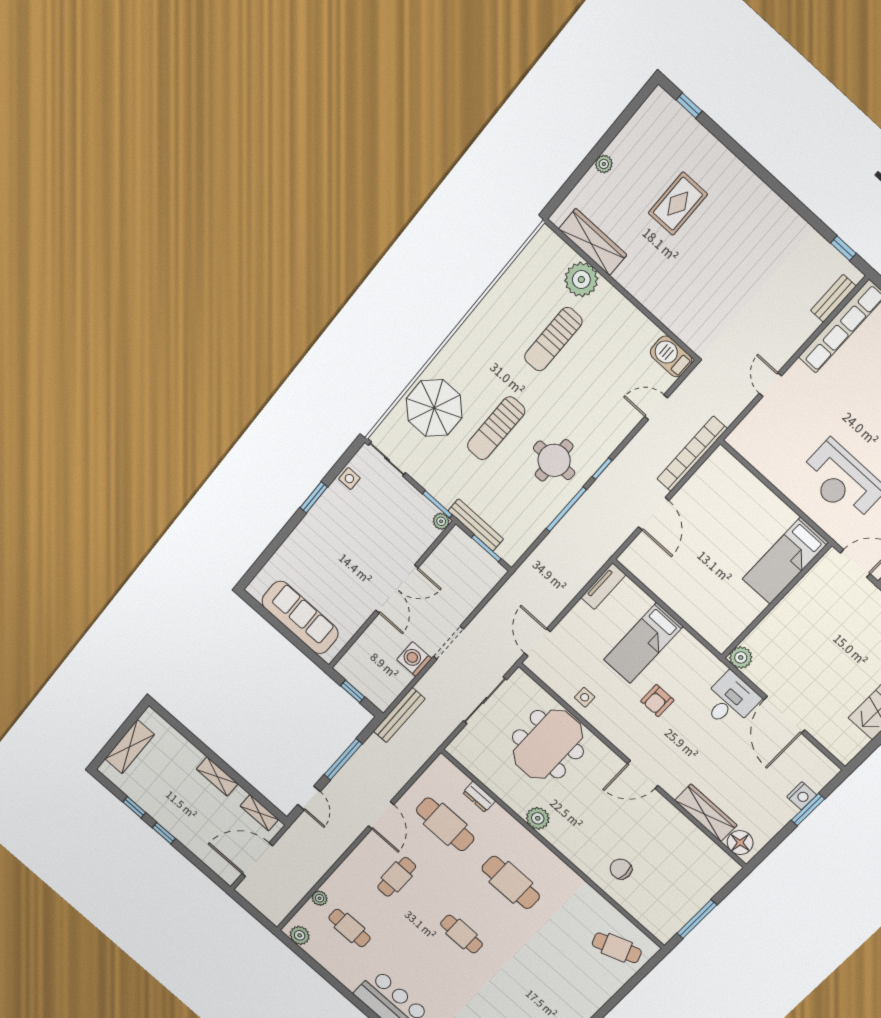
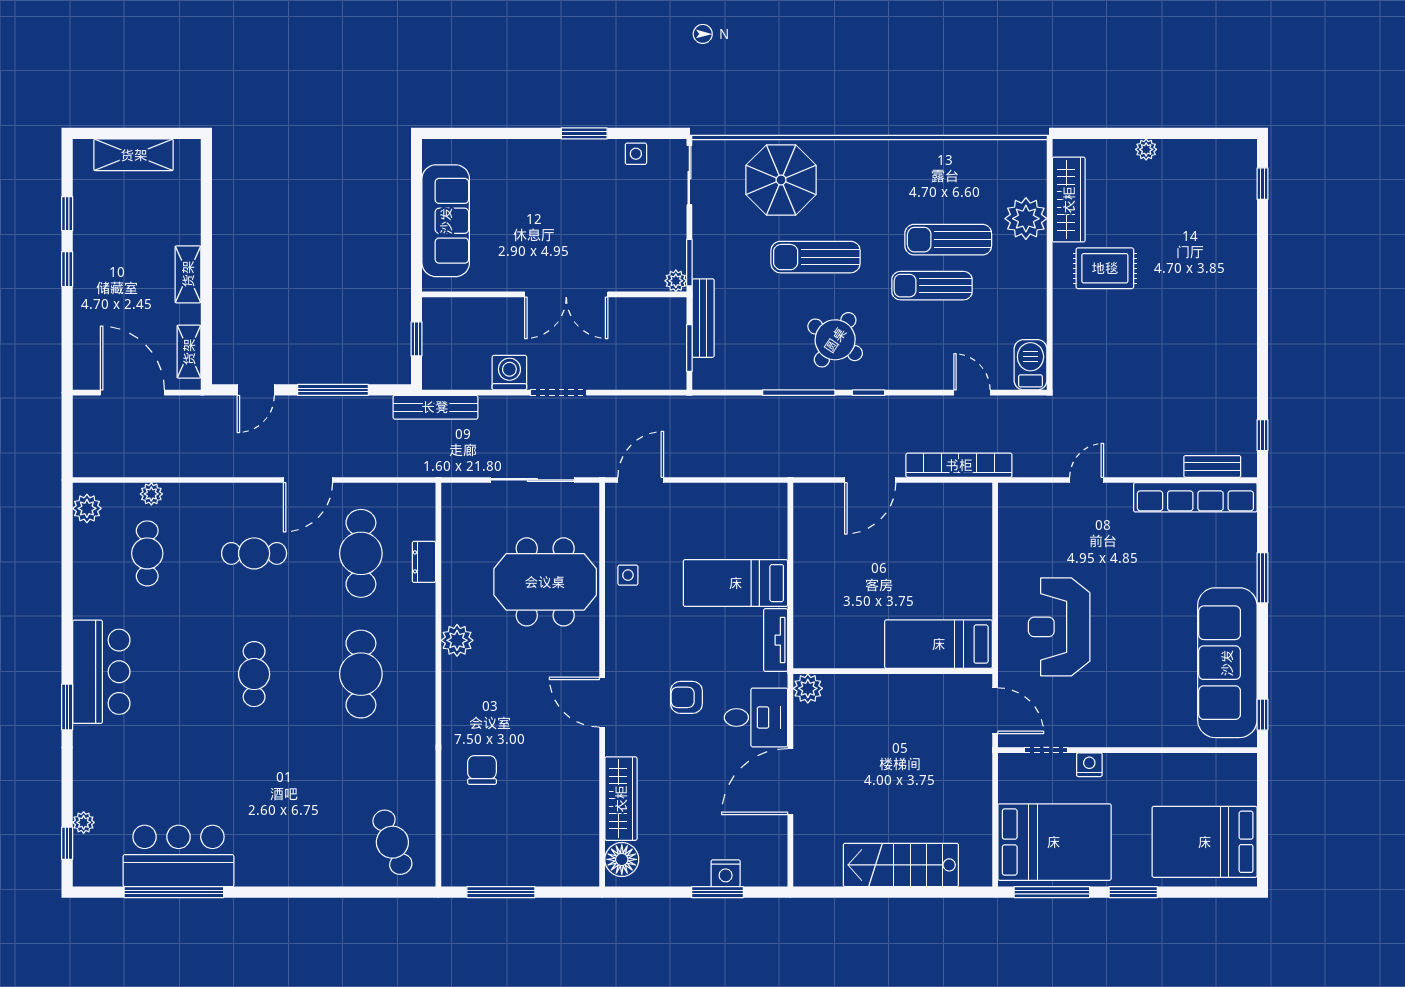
rug: (678, 204) -> (1105, 268), moved
sun lounger: (572, 374) -> (932, 286), added
round table: (554, 460) -> (835, 340), turned 34
tv unit: (603, 586) -> (776, 640), moved, turned 90
armchair: (657, 701) -> (686, 697), moved

